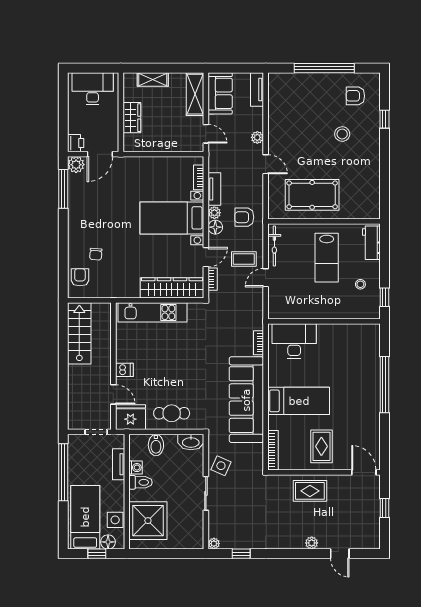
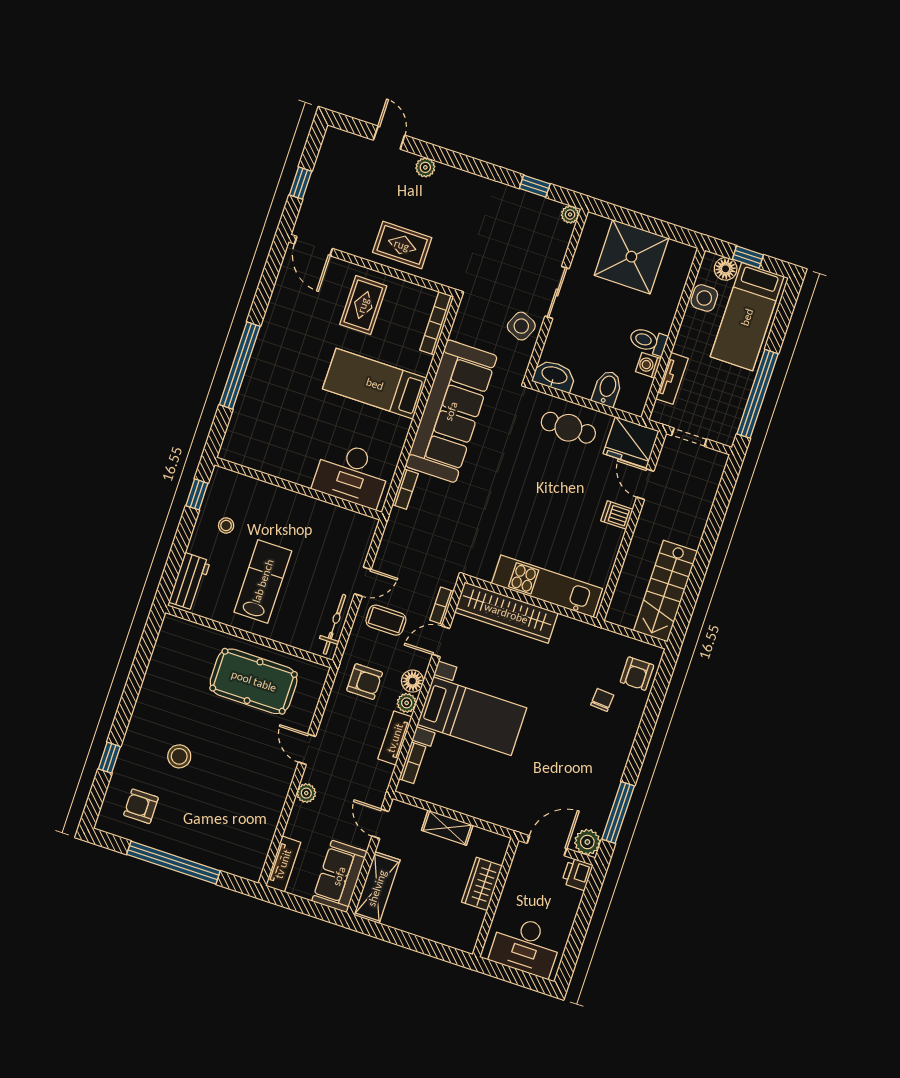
shelving: (153, 79) -> (447, 828), moved
armchair: (355, 96) -> (141, 806), turned 180
shower: (148, 521) -> (631, 257), moved

